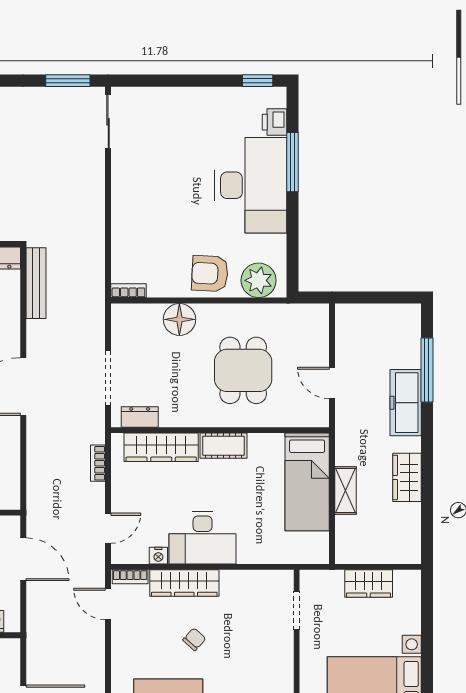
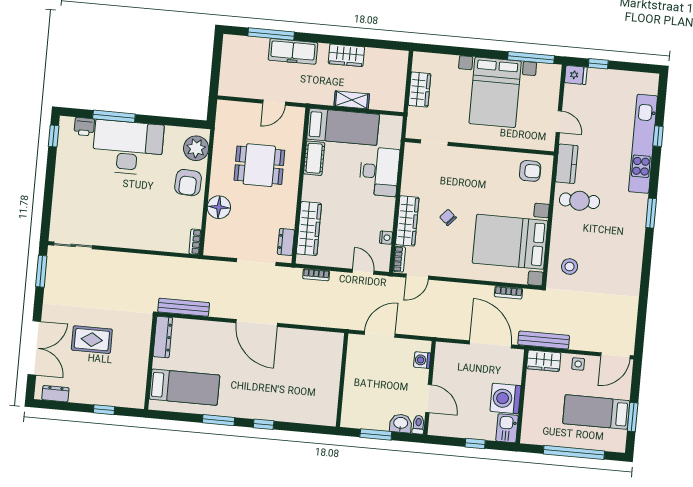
cot: (223, 446) -> (314, 158), moved
desk: (203, 538) -> (379, 172), moved

